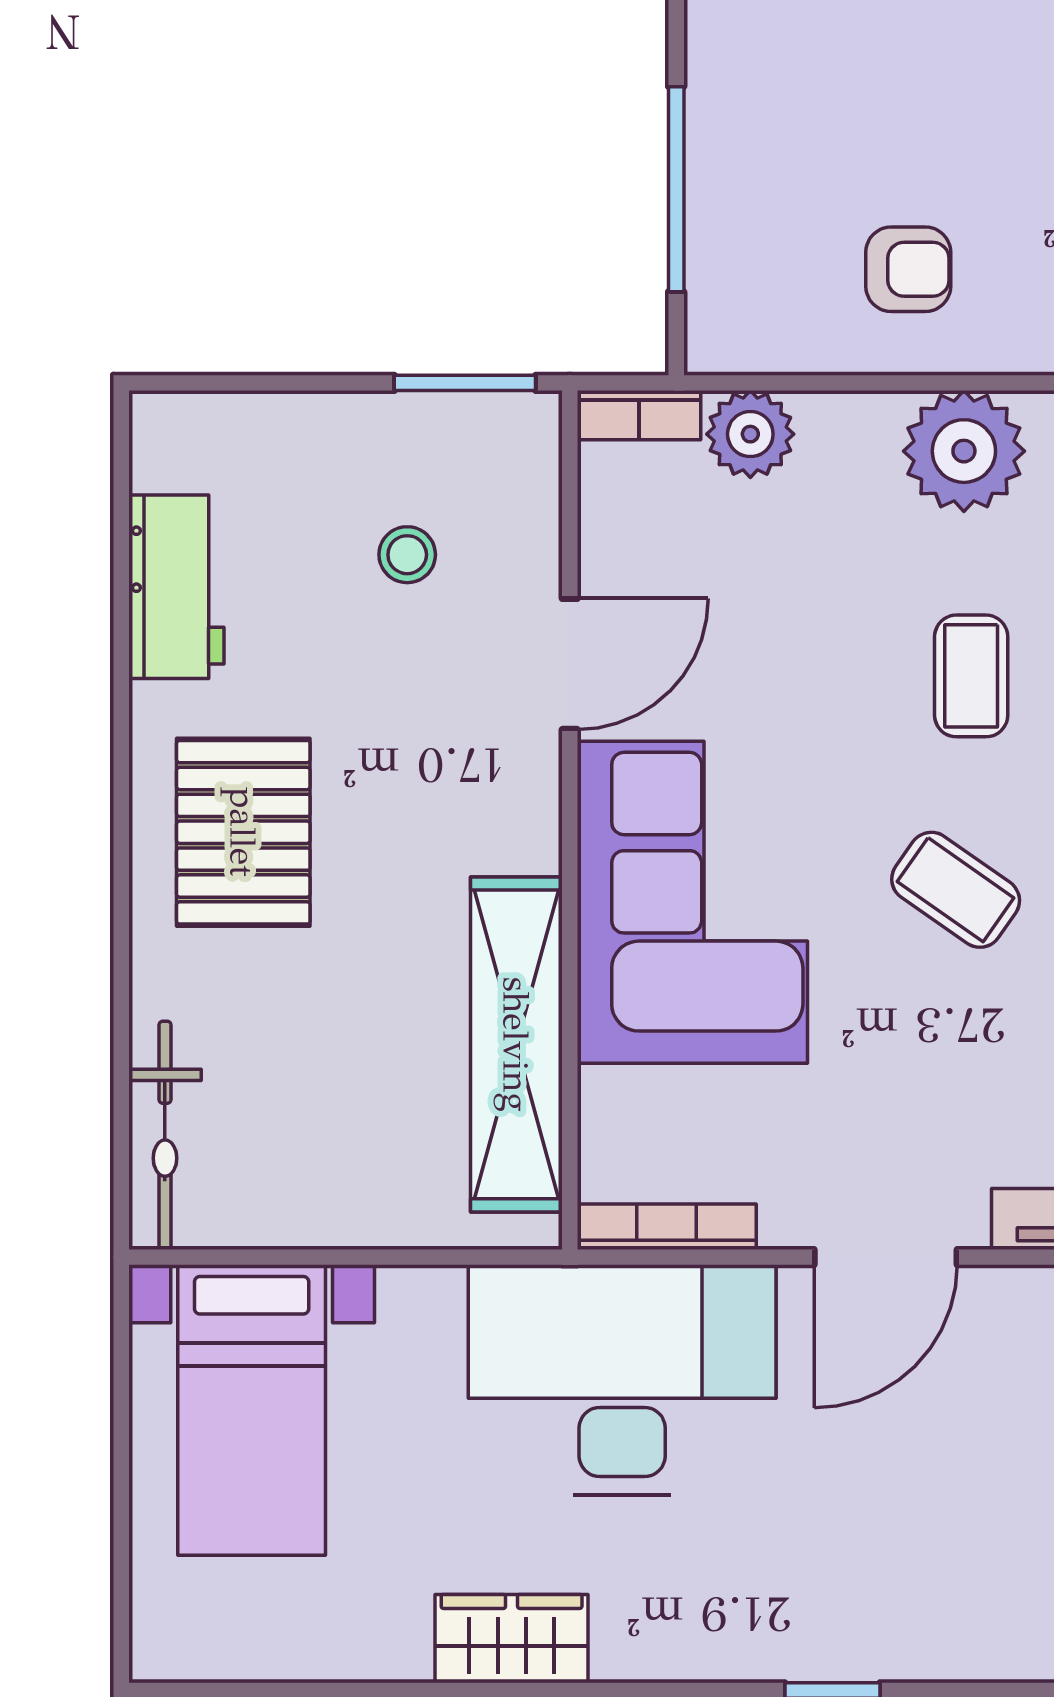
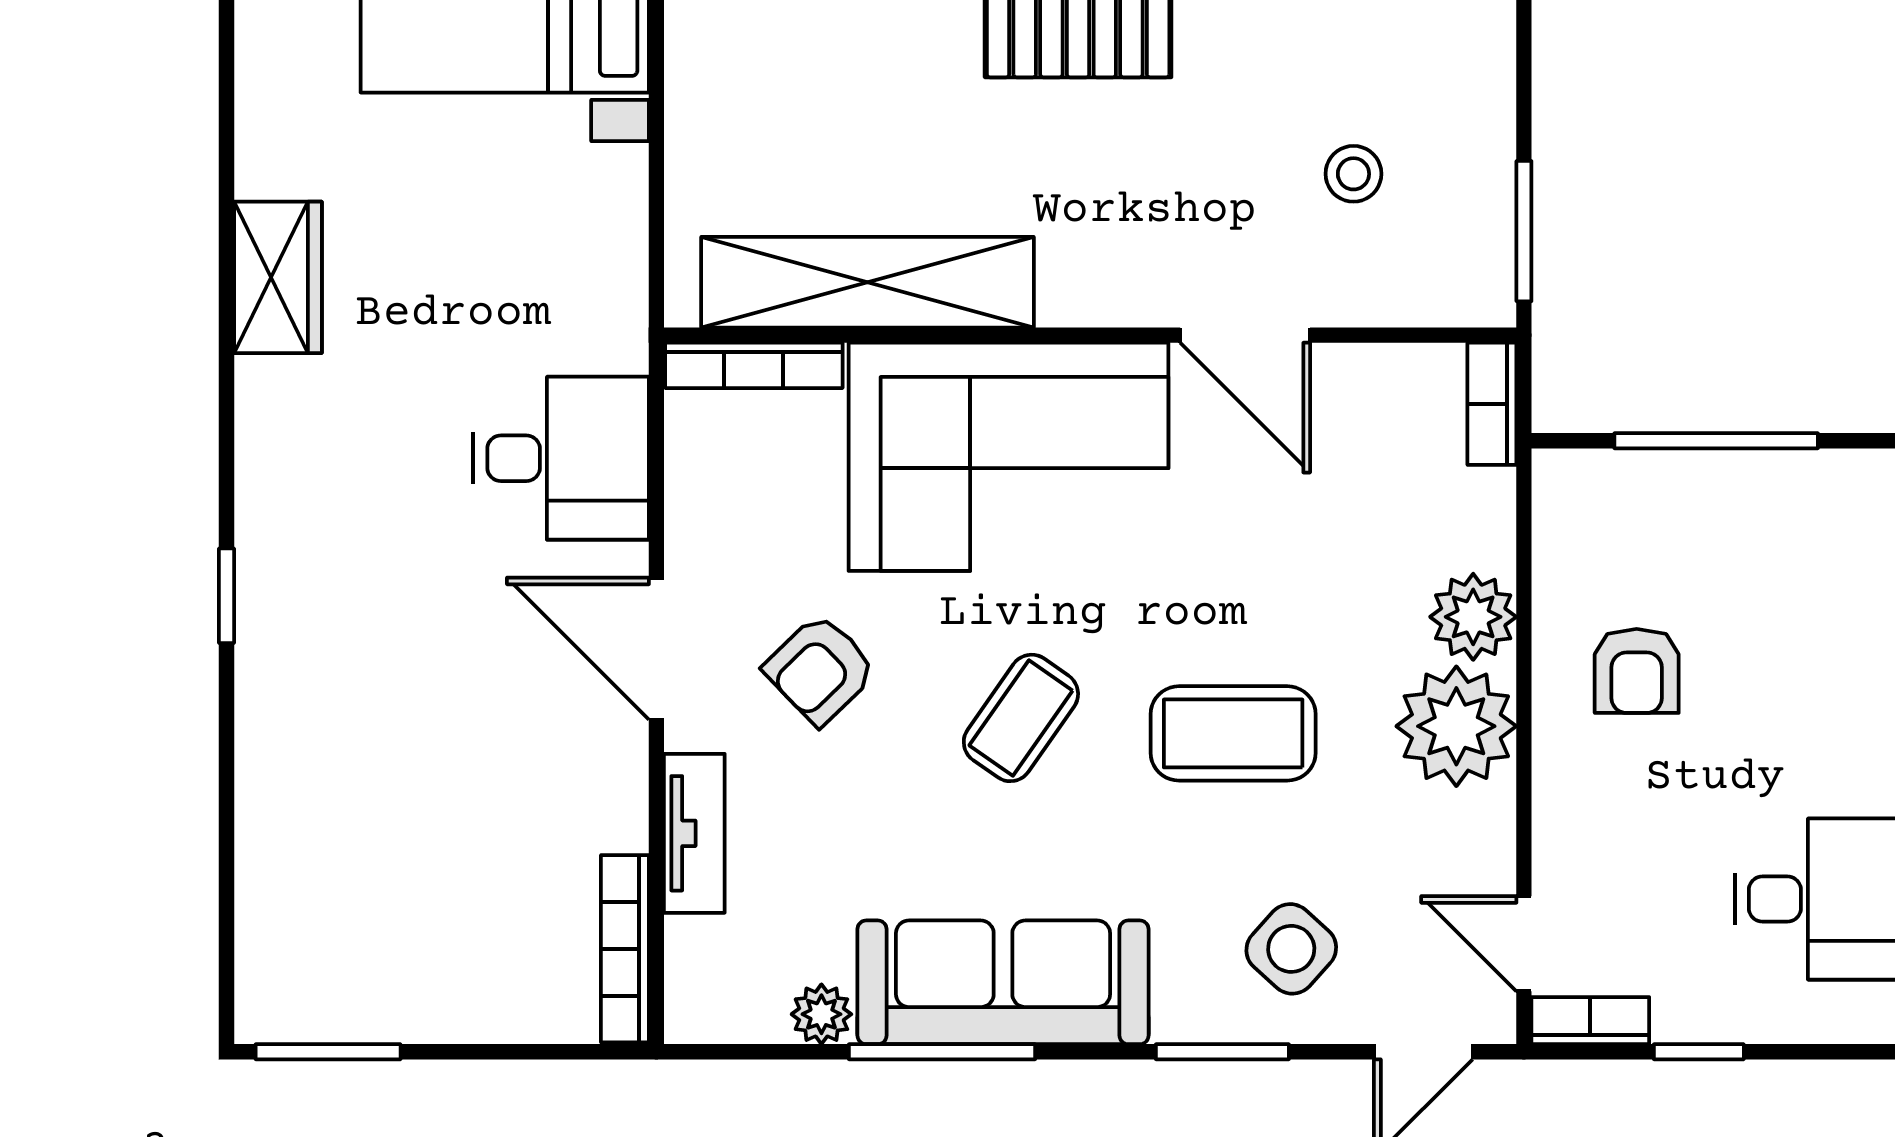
plant: (750, 434) -> (1473, 617), moved
coffee table: (971, 676) -> (1233, 733), width x1.36, depth x1.30
armchair: (907, 1092) -> (820, 669), added
bookcase: (667, 1227) -> (754, 365), moved, turned 90
desk: (622, 1380) -> (561, 458), width x0.53, depth x0.77

